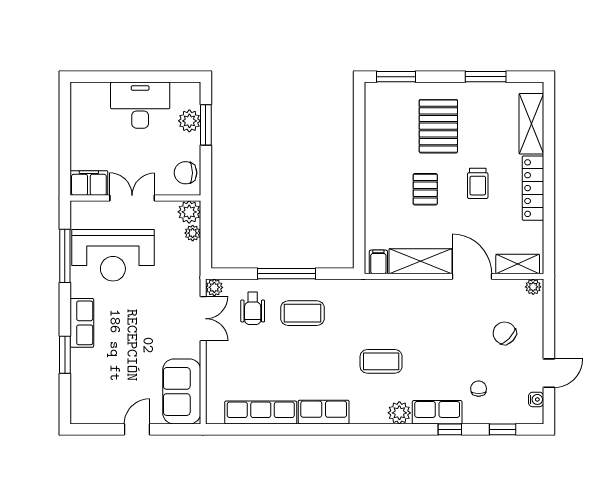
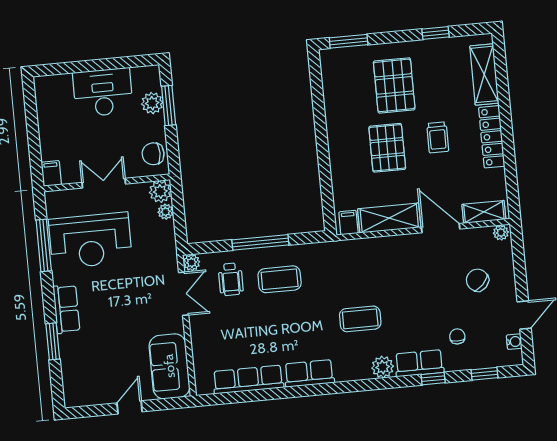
window: (486, 77) -> (436, 33), width x0.67
filing cabinet: (89, 183) -> (51, 173), width x0.50
pallet: (425, 189) -> (387, 148), width x1.50, depth x1.42

